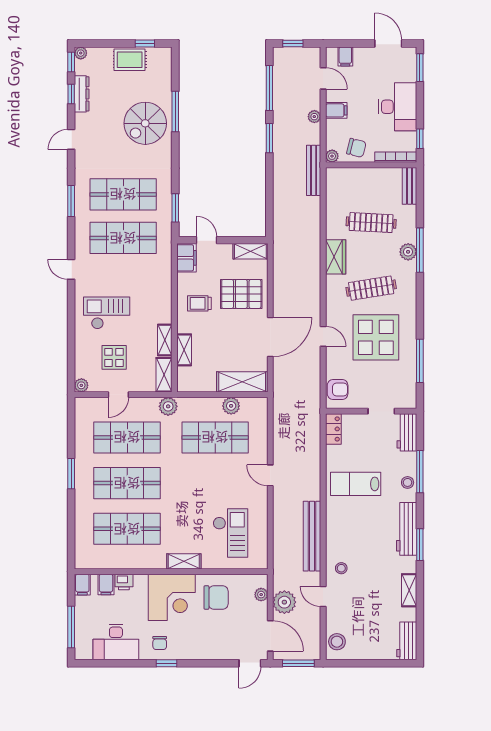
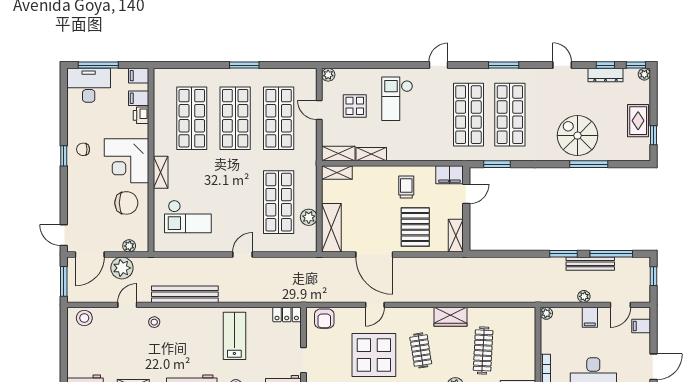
chair: (356, 148) -> (554, 336), removed
bench: (314, 170) -> (590, 264), moved
clothes rail: (371, 288) -> (421, 350), width x0.73
checkout: (107, 313) -> (397, 99), turned 180
shelving: (184, 350) -> (337, 173), moved
plant: (168, 406) -> (308, 157), removed
chair: (216, 598) -> (126, 203), turned -90
desk: (116, 642) -> (89, 85), moved, turned 90

